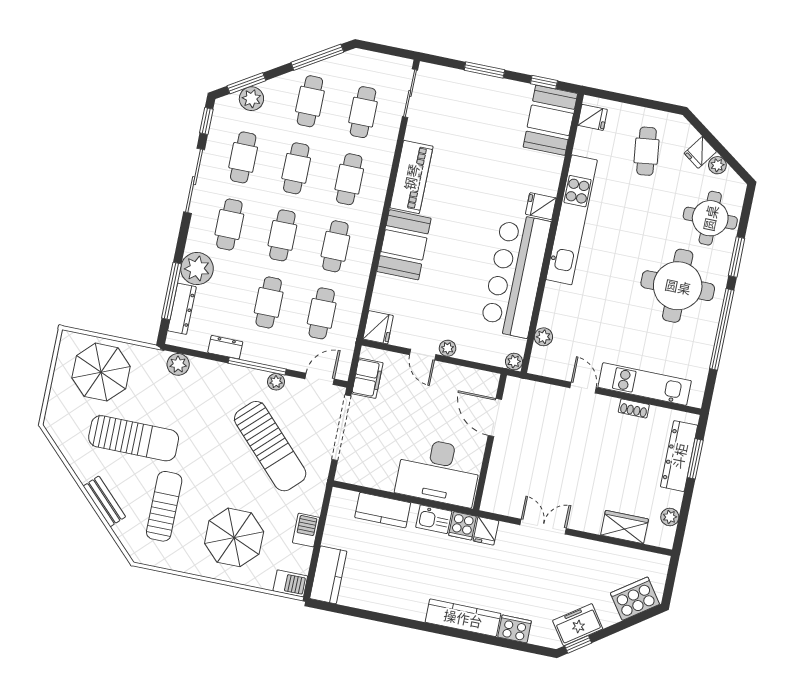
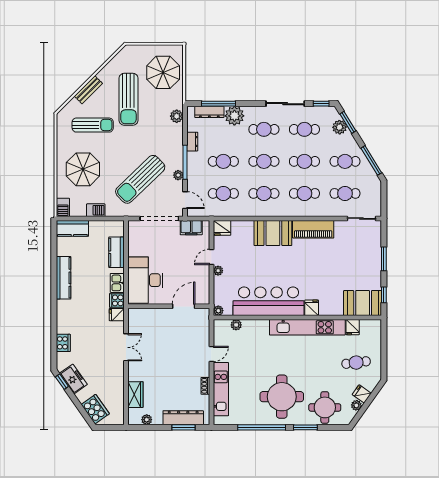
fridge: (593, 117) -> (353, 327), moved
kitchen counter: (463, 618) -> (64, 278), moved

